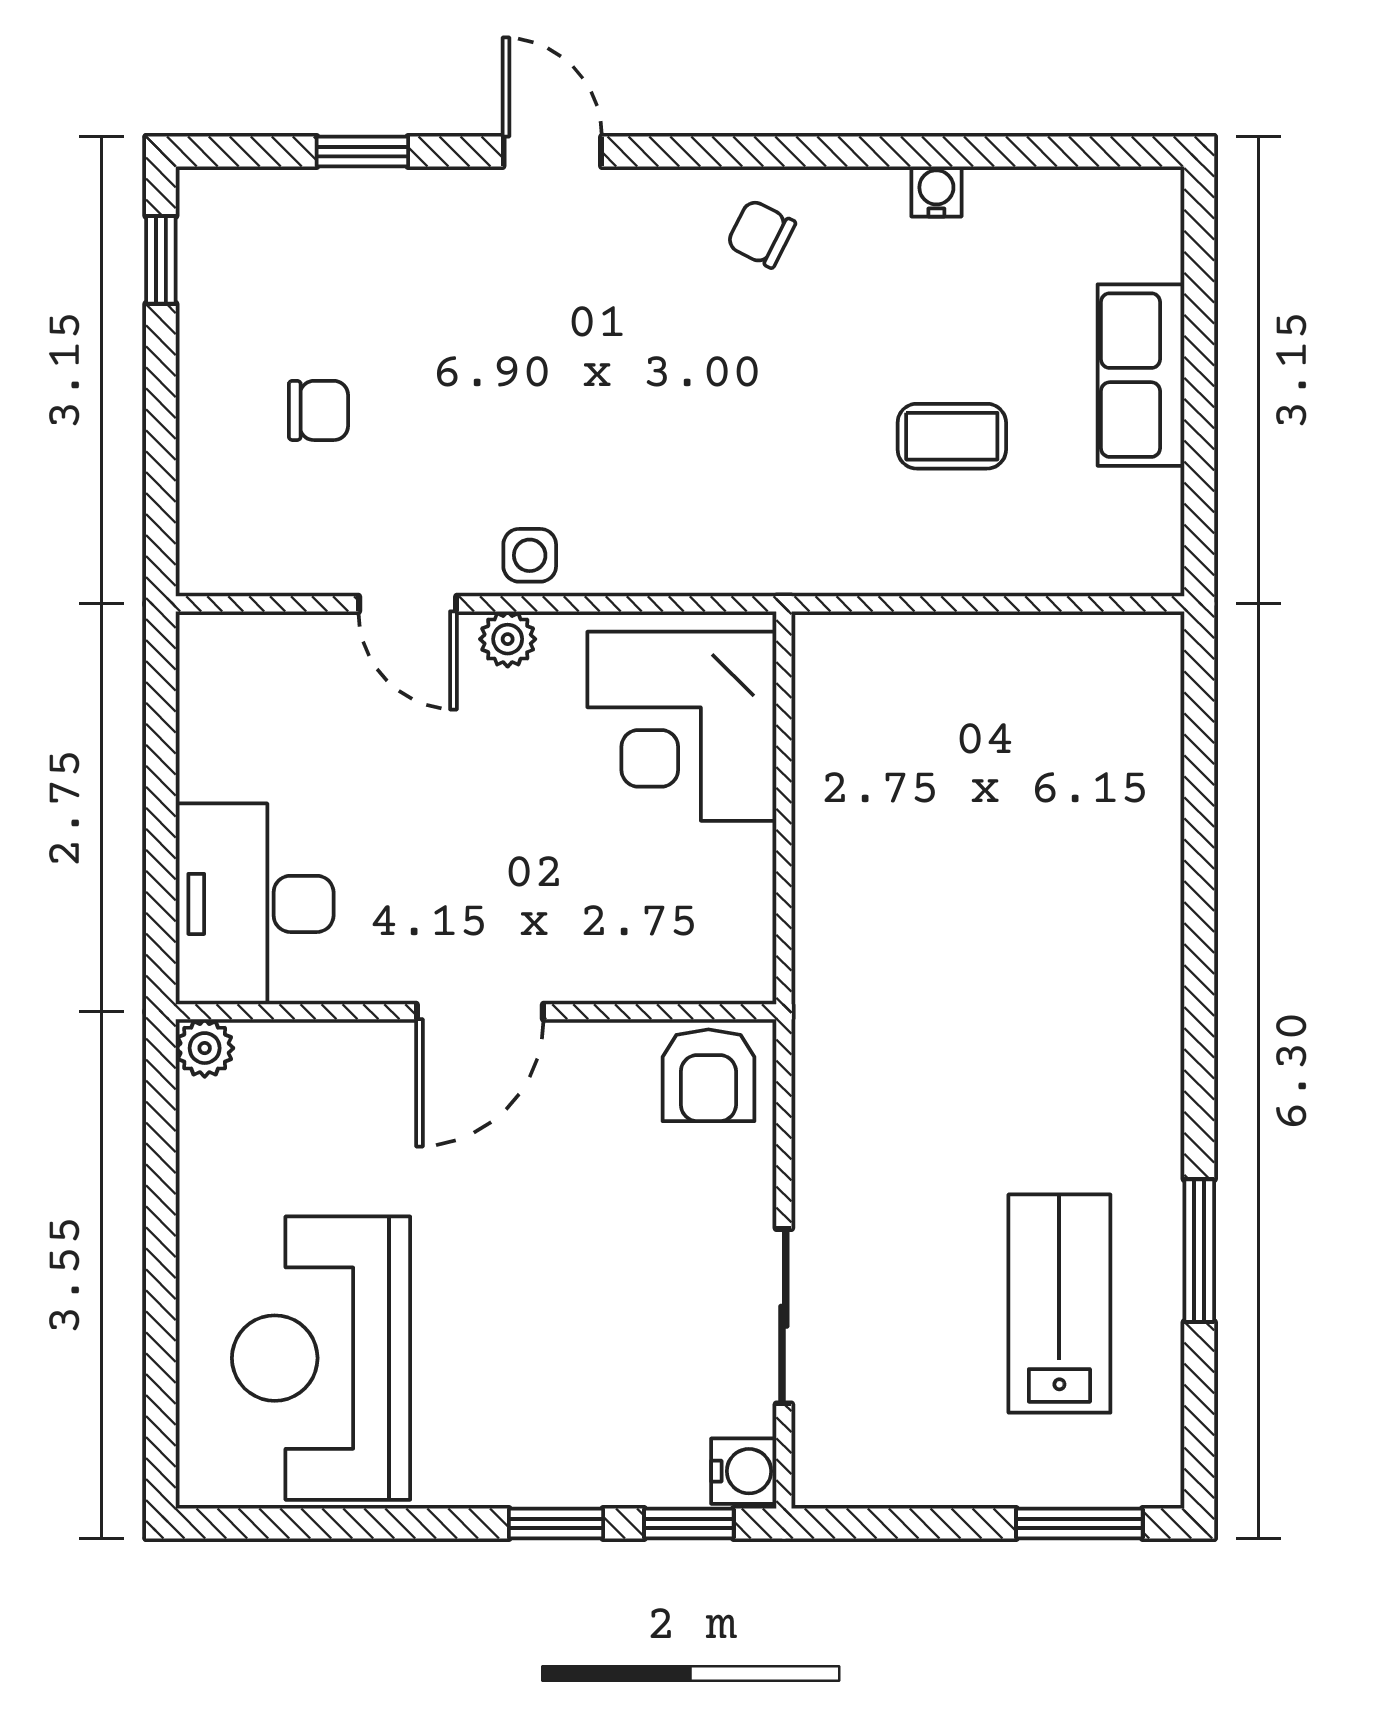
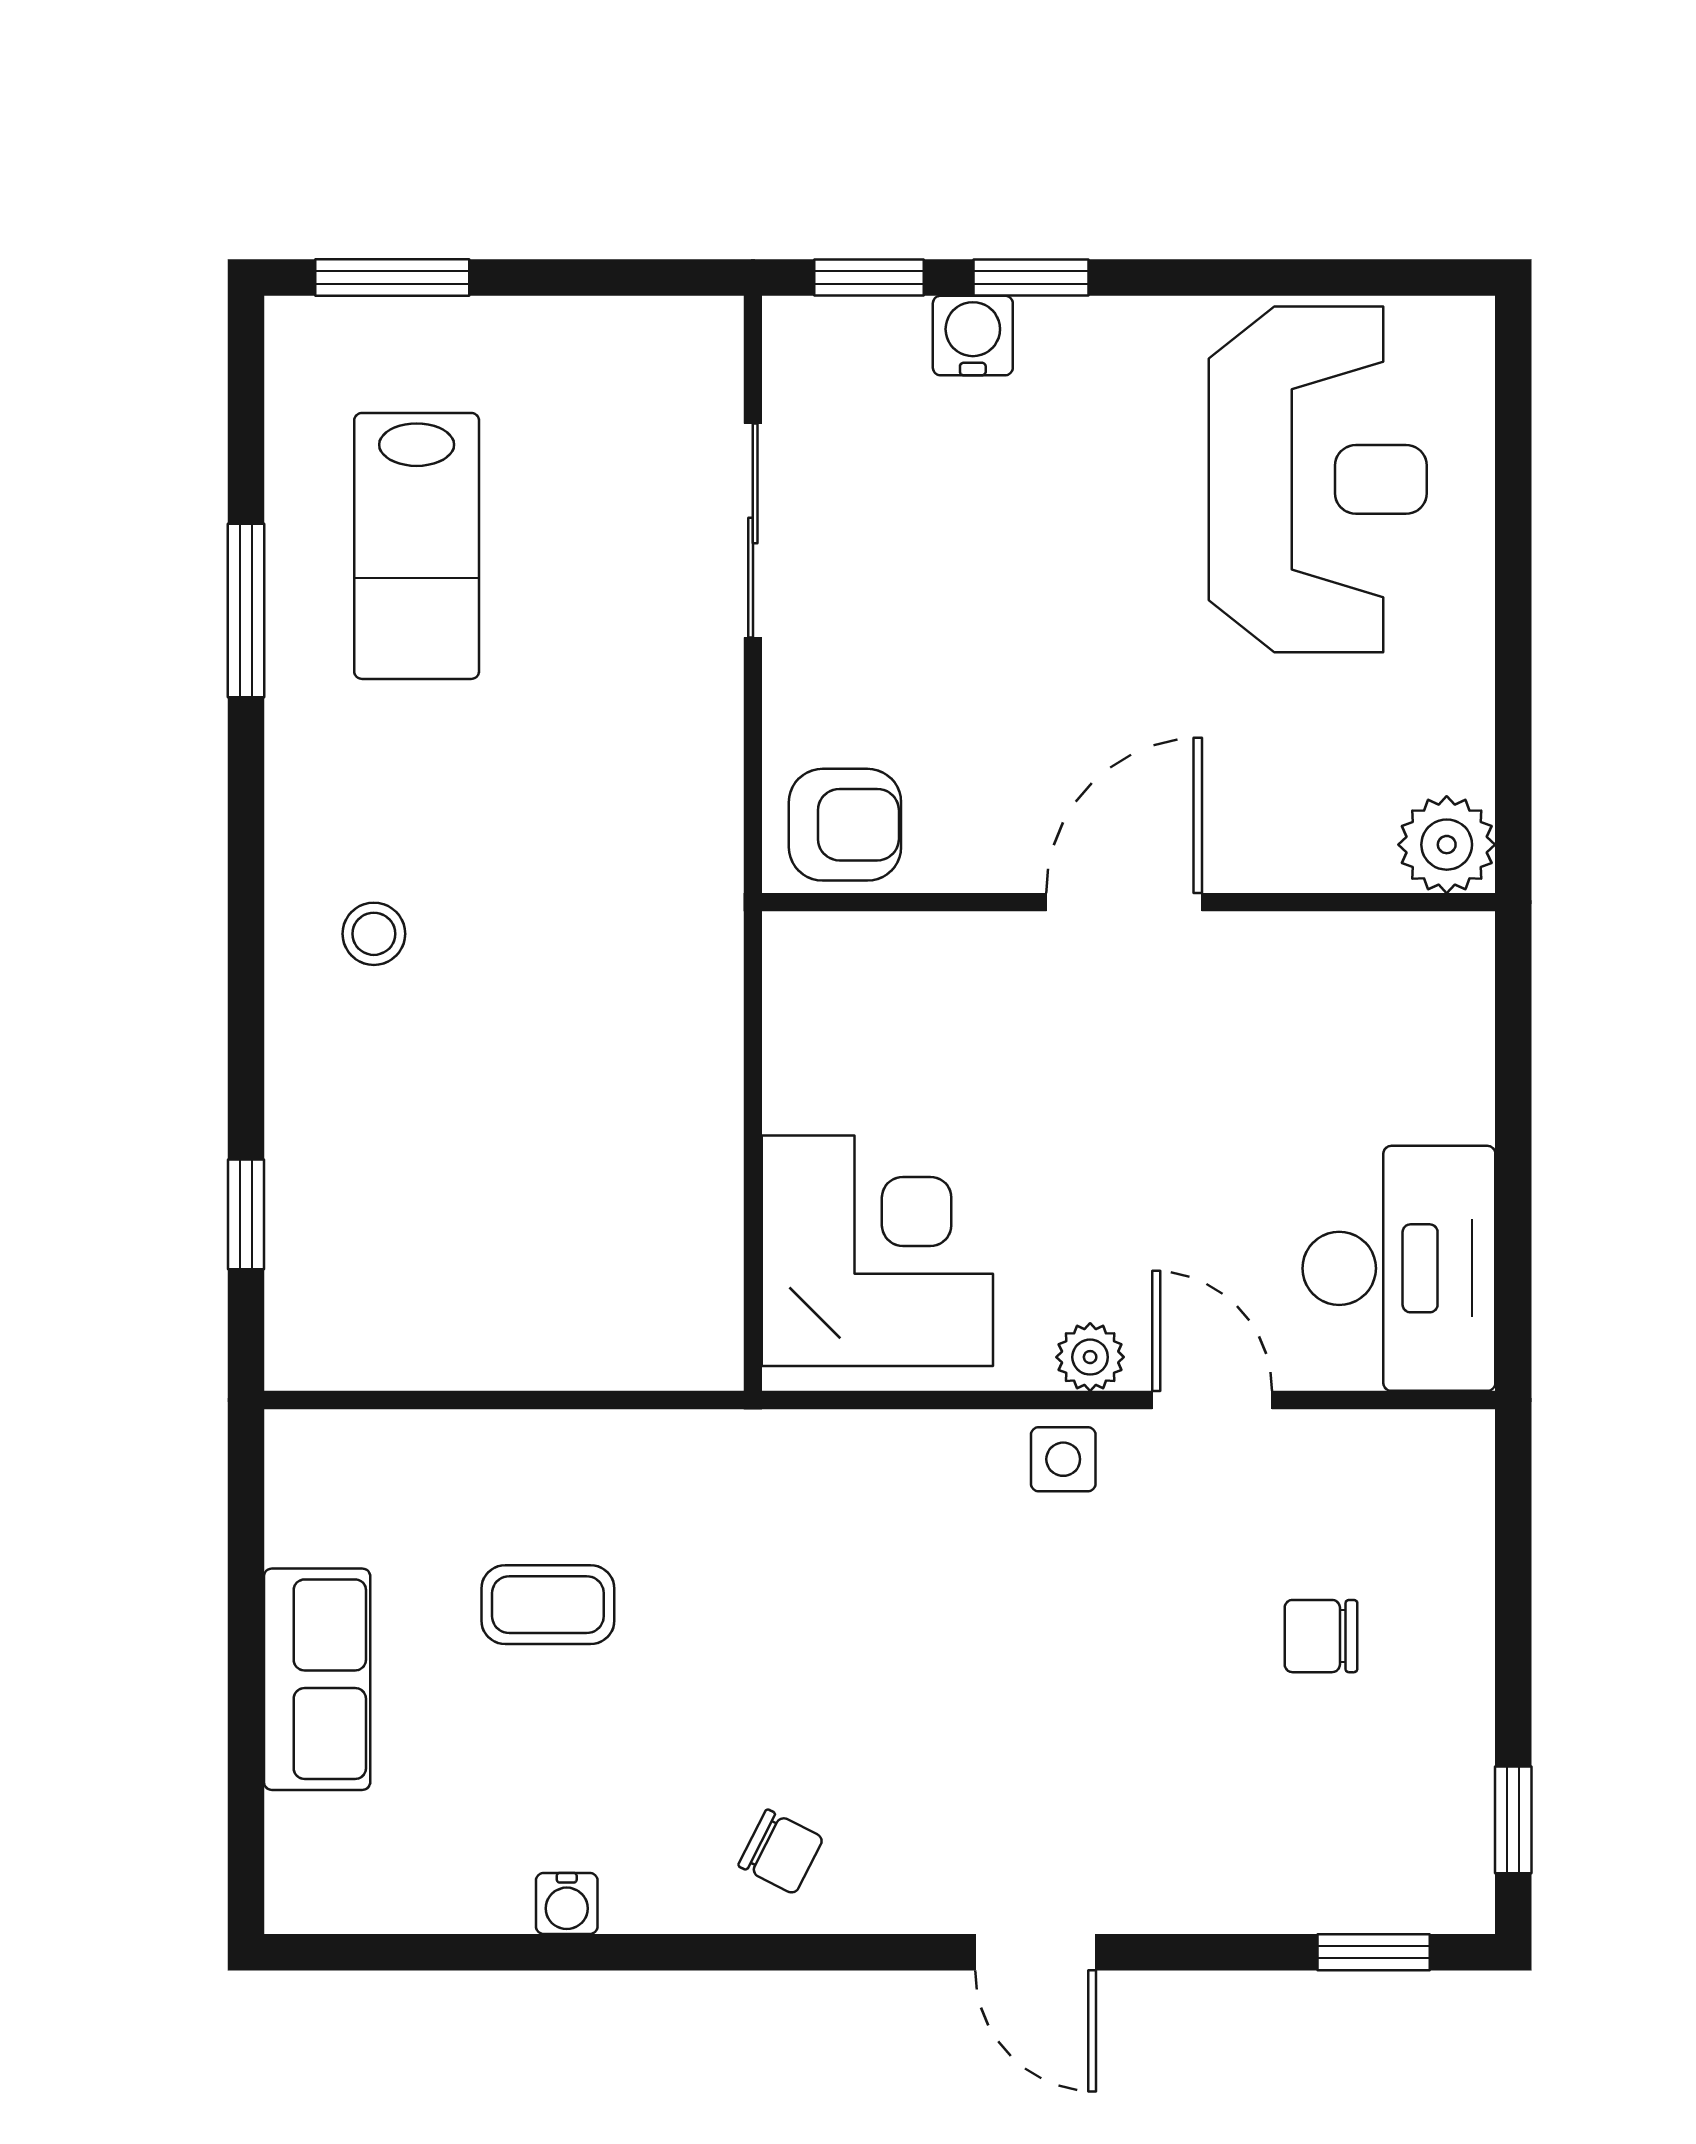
window: (362, 151) -> (1374, 1952), moved
window: (1199, 756) -> (246, 1214), added
desk: (255, 904) -> (1399, 1268), moved
stool: (1094, 986) -> (374, 934), added
plant: (205, 1048) -> (1447, 845), width x1.38, depth x1.38
armchair: (708, 1075) -> (845, 825), turned 90
water cooler: (744, 1471) -> (973, 336), moved, turned 90

